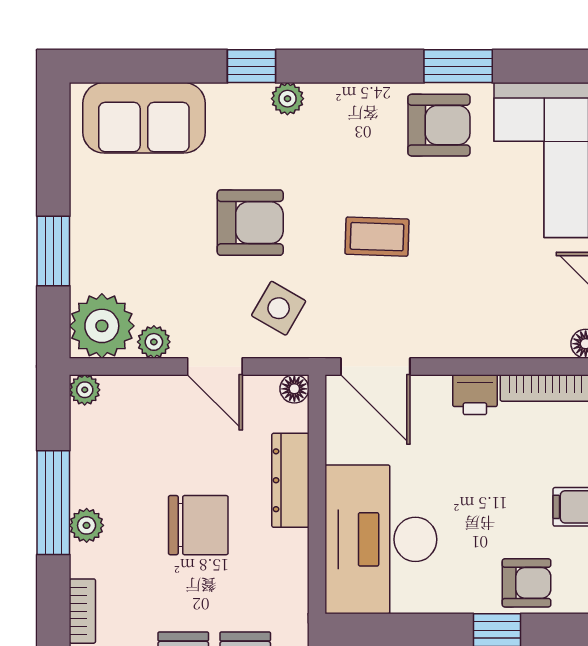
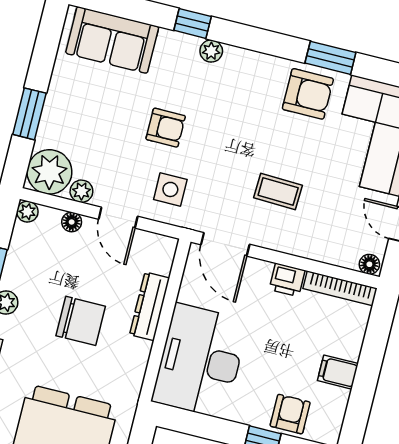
armchair: (250, 223) -> (166, 128), width x0.72, depth x0.72
coffee table: (377, 237) -> (278, 192), moved
side table: (279, 308) -> (170, 189), turned -30
floor lamp: (294, 389) -> (72, 222), moved
armchair: (527, 583) -> (290, 414), turned -90

